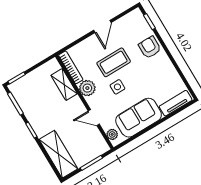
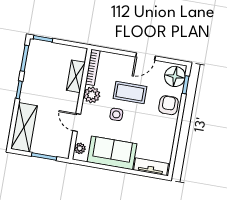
floor lamp: (136, 22) -> (175, 76), added

